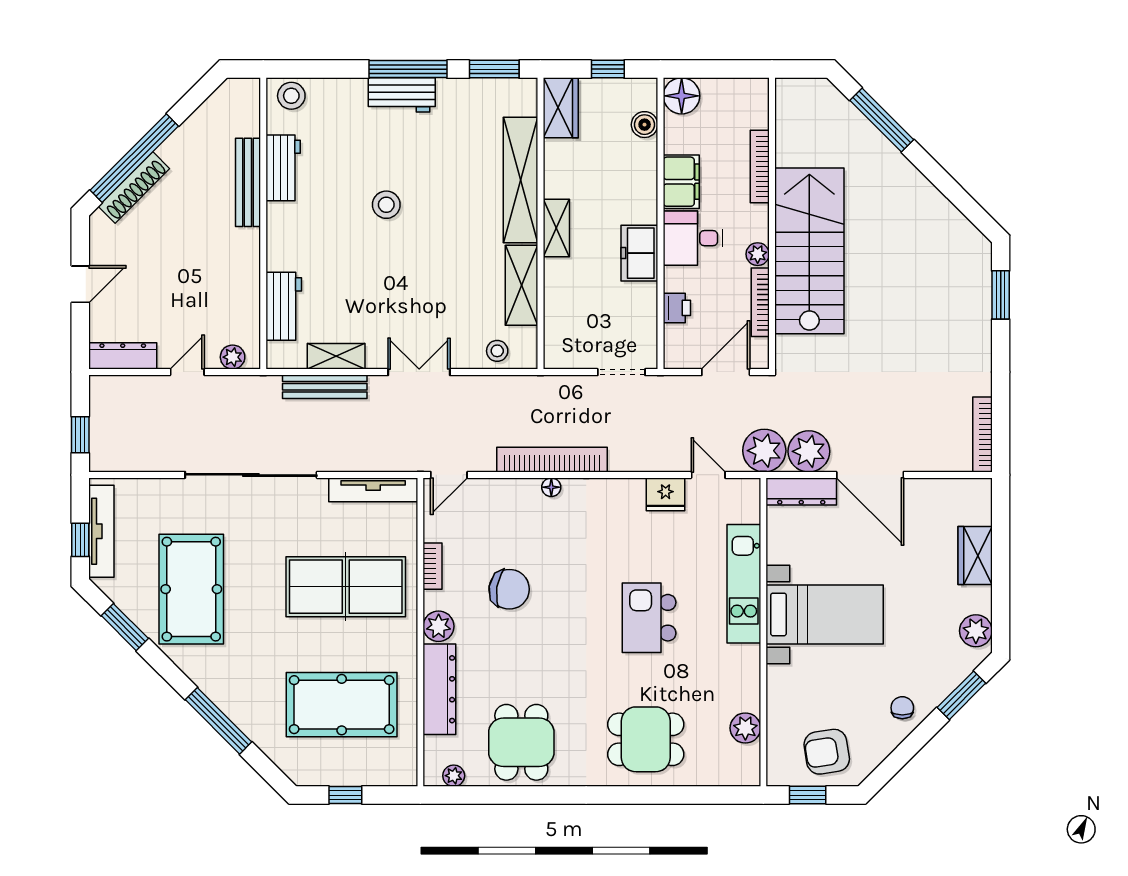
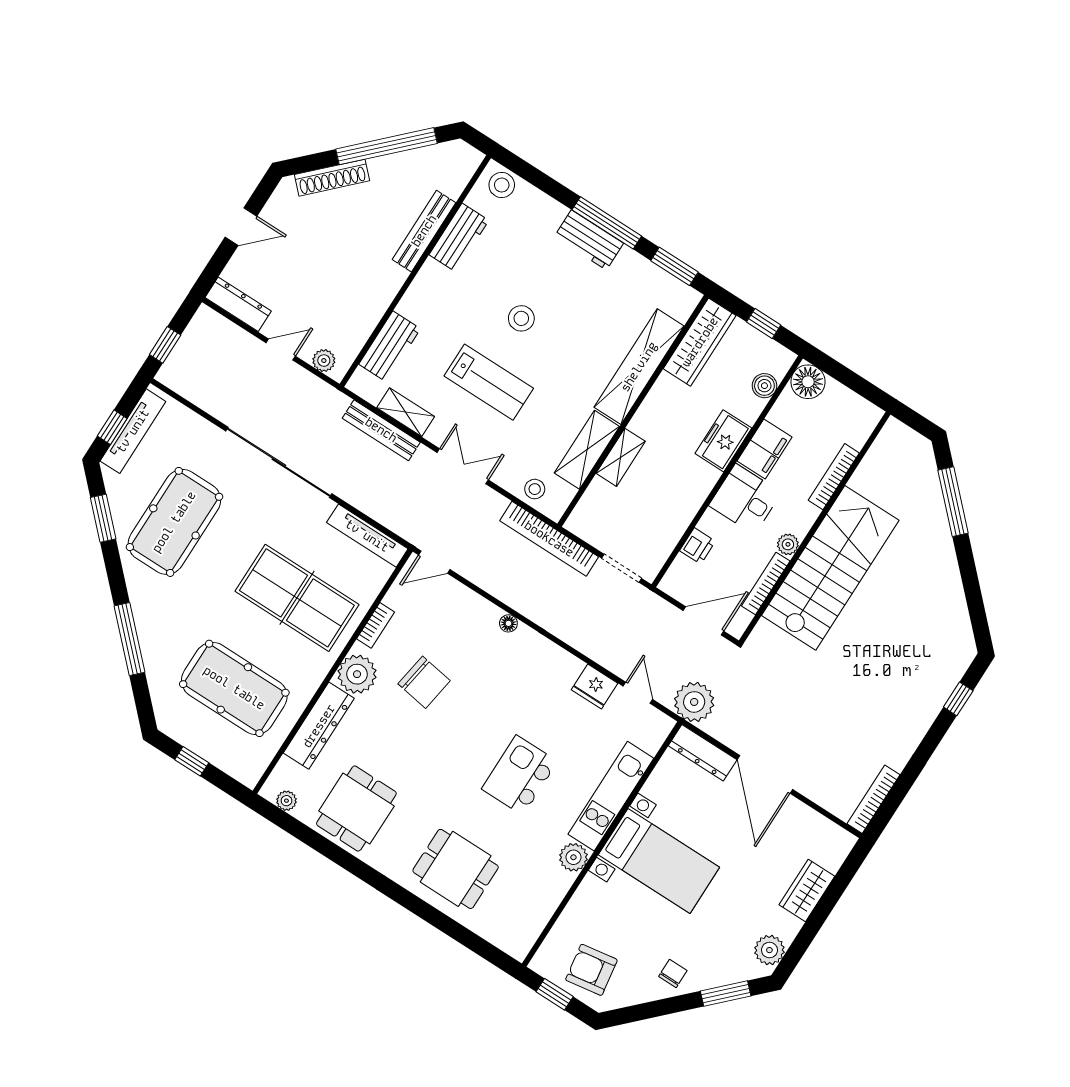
wardrobe: (561, 108) -> (700, 342), width x1.50
window: (134, 158) -> (387, 146), moved
shelving: (556, 228) -> (621, 457), moved
freezer: (639, 253) -> (723, 441), moved
lab bench: (394, 281) -> (489, 382), added
window: (1001, 295) -> (958, 699), width x0.67
plant: (809, 451) -> (729, 725), removed
bookcase: (552, 460) -> (549, 539), moved, turned 180
plant: (439, 626) -> (357, 674), width x1.36, depth x1.36
plant: (745, 728) -> (573, 857), moved

